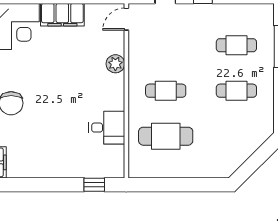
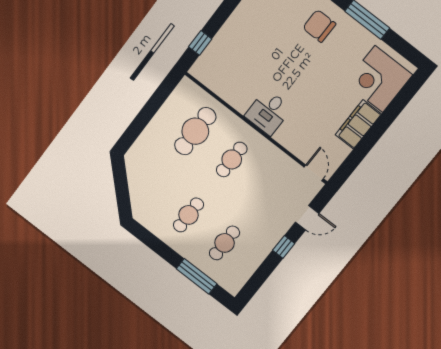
plant: (115, 64) -> (285, 136), removed
desk: (107, 128) -> (268, 112), moved

